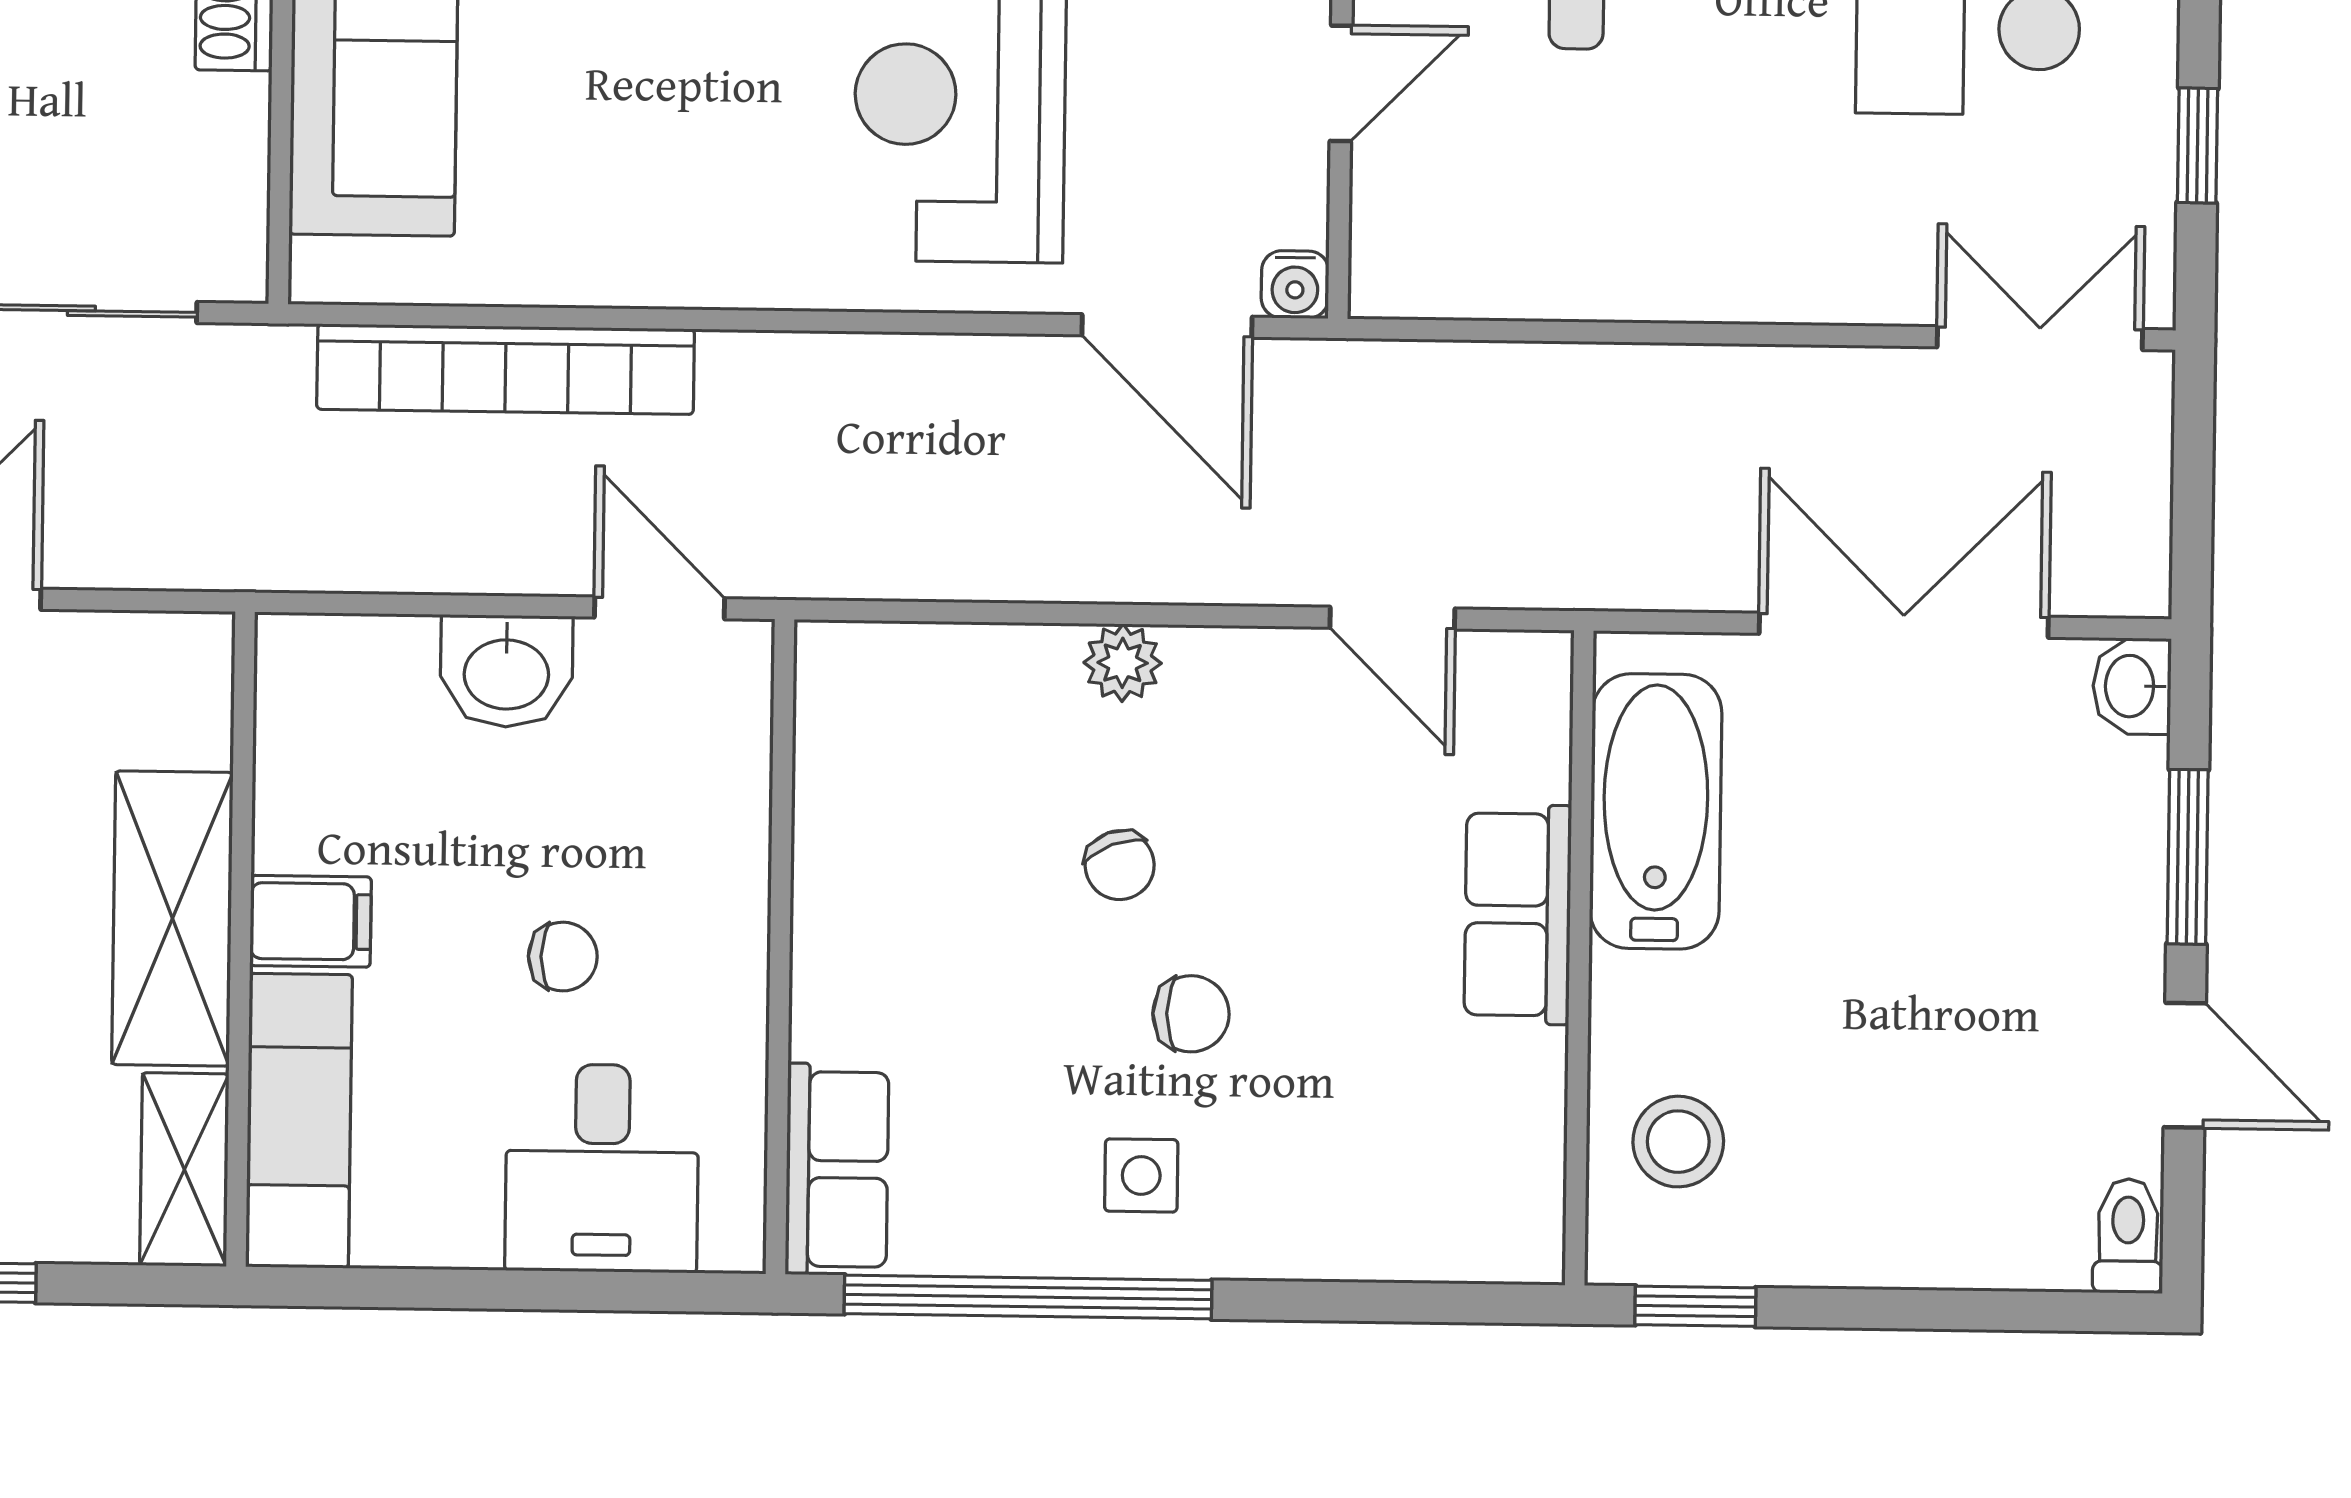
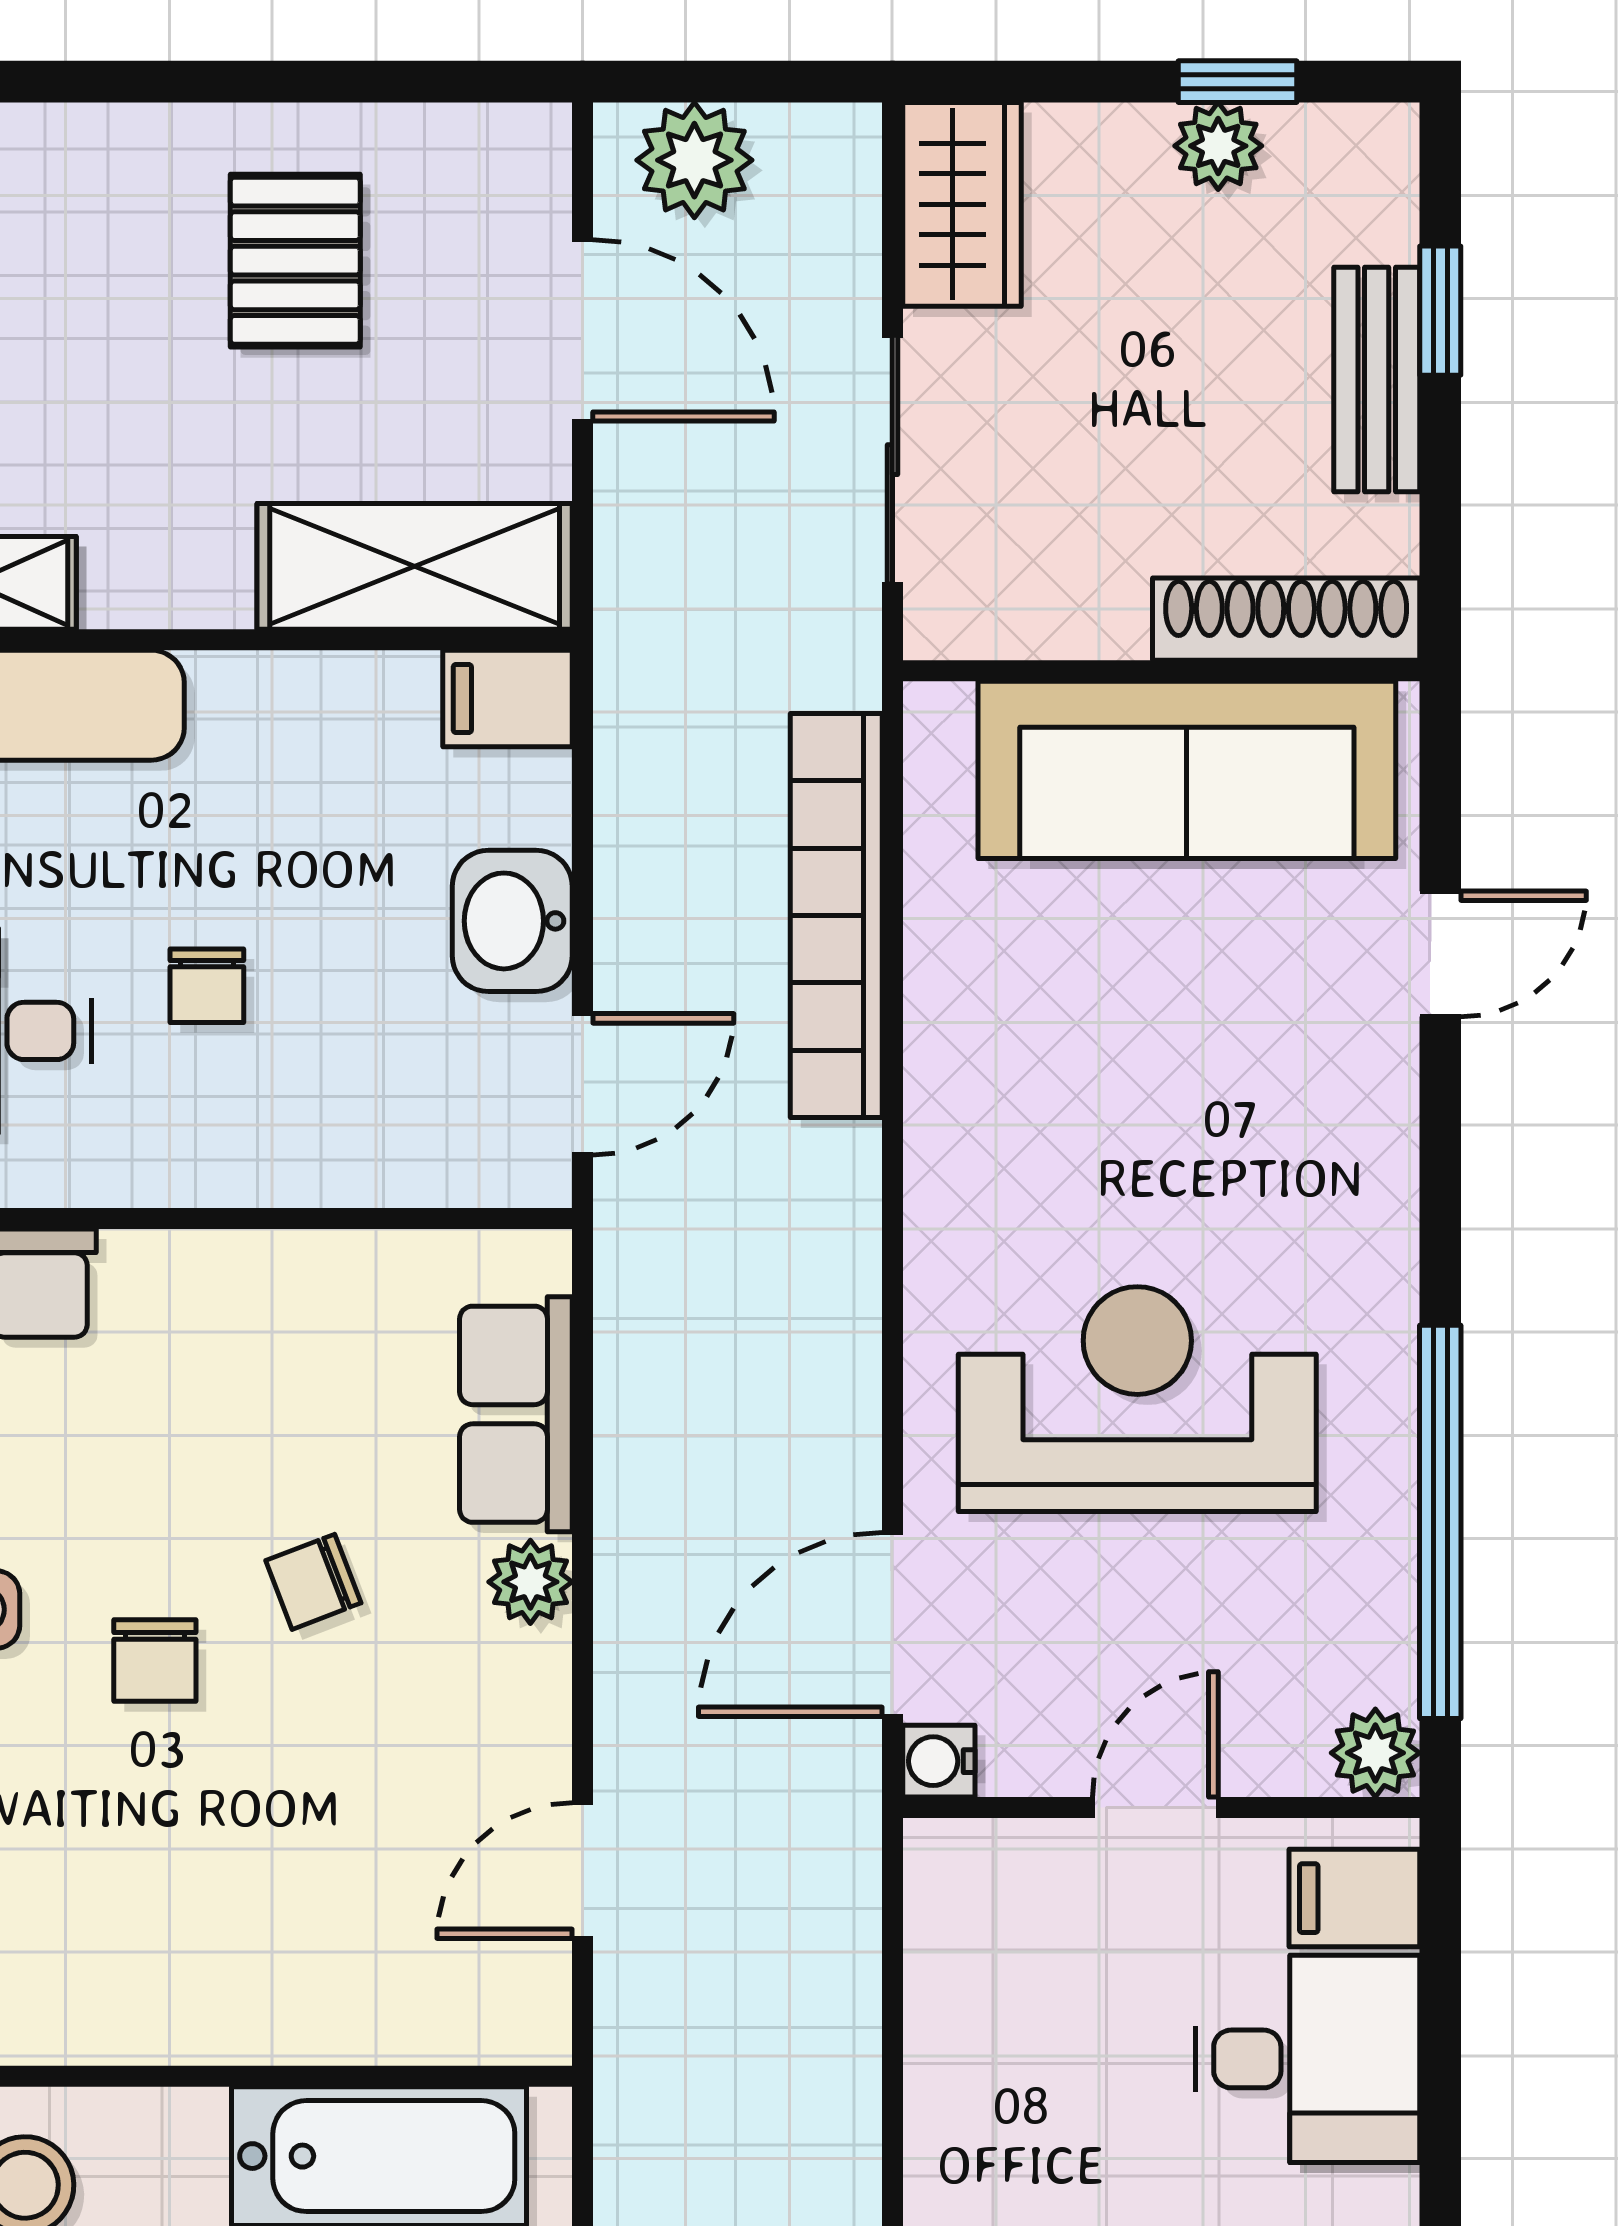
door: (1341, 83) -> (1155, 1808), swing flipped
row of seats: (1518, 915) -> (516, 1414), moved, turned -90
shelving: (172, 919) -> (415, 566), moved
filing cabinet: (311, 921) -> (508, 698), moved, turned 90

